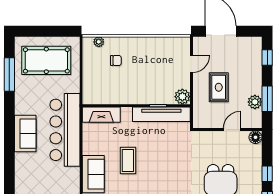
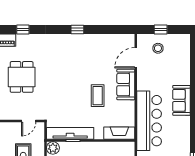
door: (232, 130) -> (29, 121), moved
sofa: (25, 134) -> (182, 100), moved

